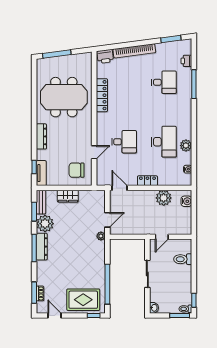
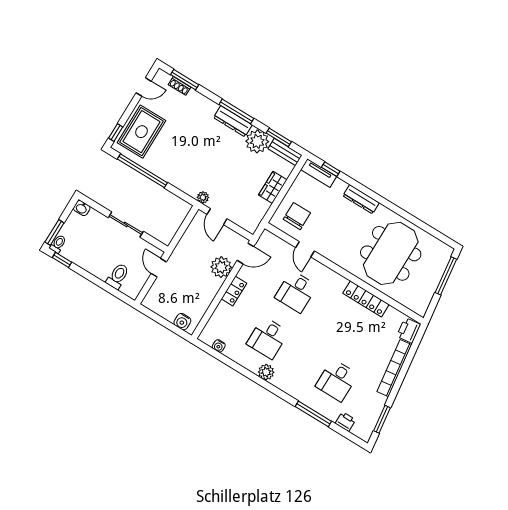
desk: (164, 142) -> (268, 338), width x0.73
plant: (186, 146) -> (266, 372), moved
plant: (164, 198) -> (221, 267), moved

